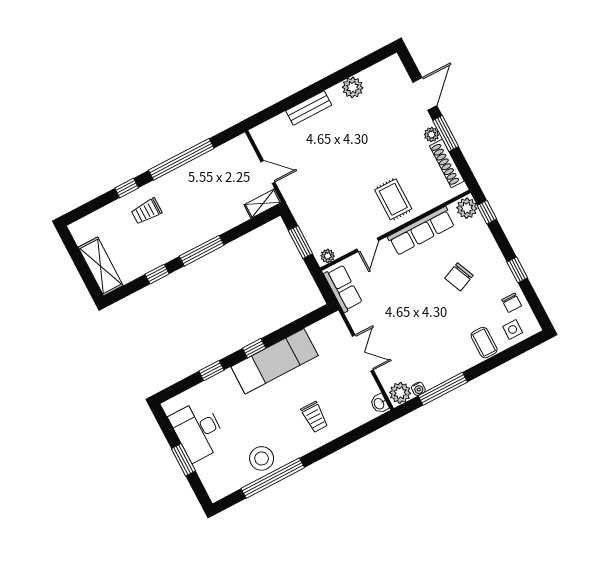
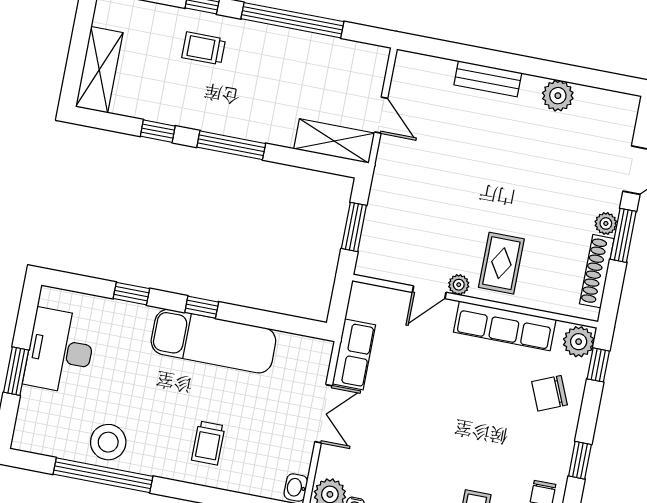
shelving: (263, 204) -> (334, 141), width x1.50, depth x1.33
plant: (328, 256) -> (459, 285), moved
chair: (459, 277) -> (549, 393), moved
row of seats: (343, 288) -> (354, 354), moved

